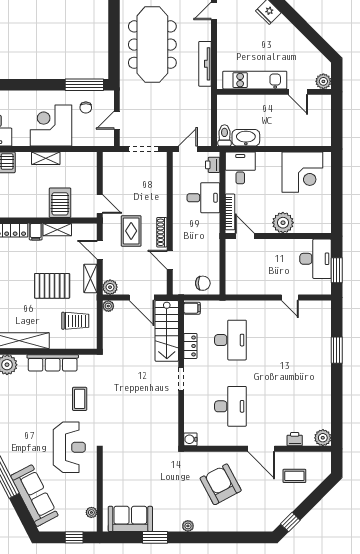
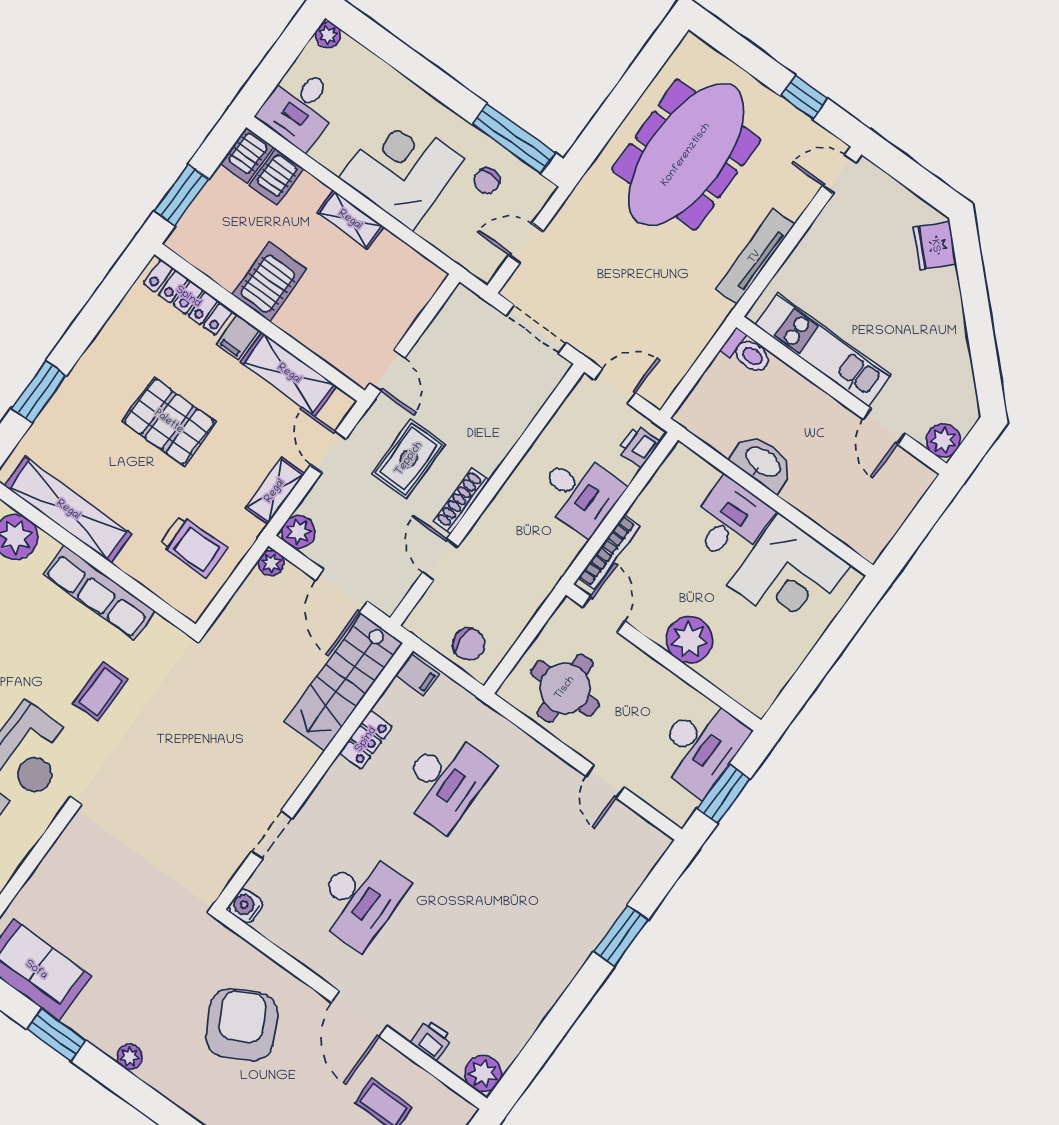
toilet: (225, 135) -> (747, 352), moved, turned 90
washbasin: (246, 138) -> (763, 463), moved
desk: (240, 168) -> (730, 521), moved
server rack: (60, 203) -> (269, 282), moved
shelving: (57, 230) -> (289, 374), width x1.50, depth x1.33
round table: (250, 274) -> (565, 688), added
pallet: (52, 286) -> (169, 422), moved
doorway: (181, 379) -> (272, 835), moved

